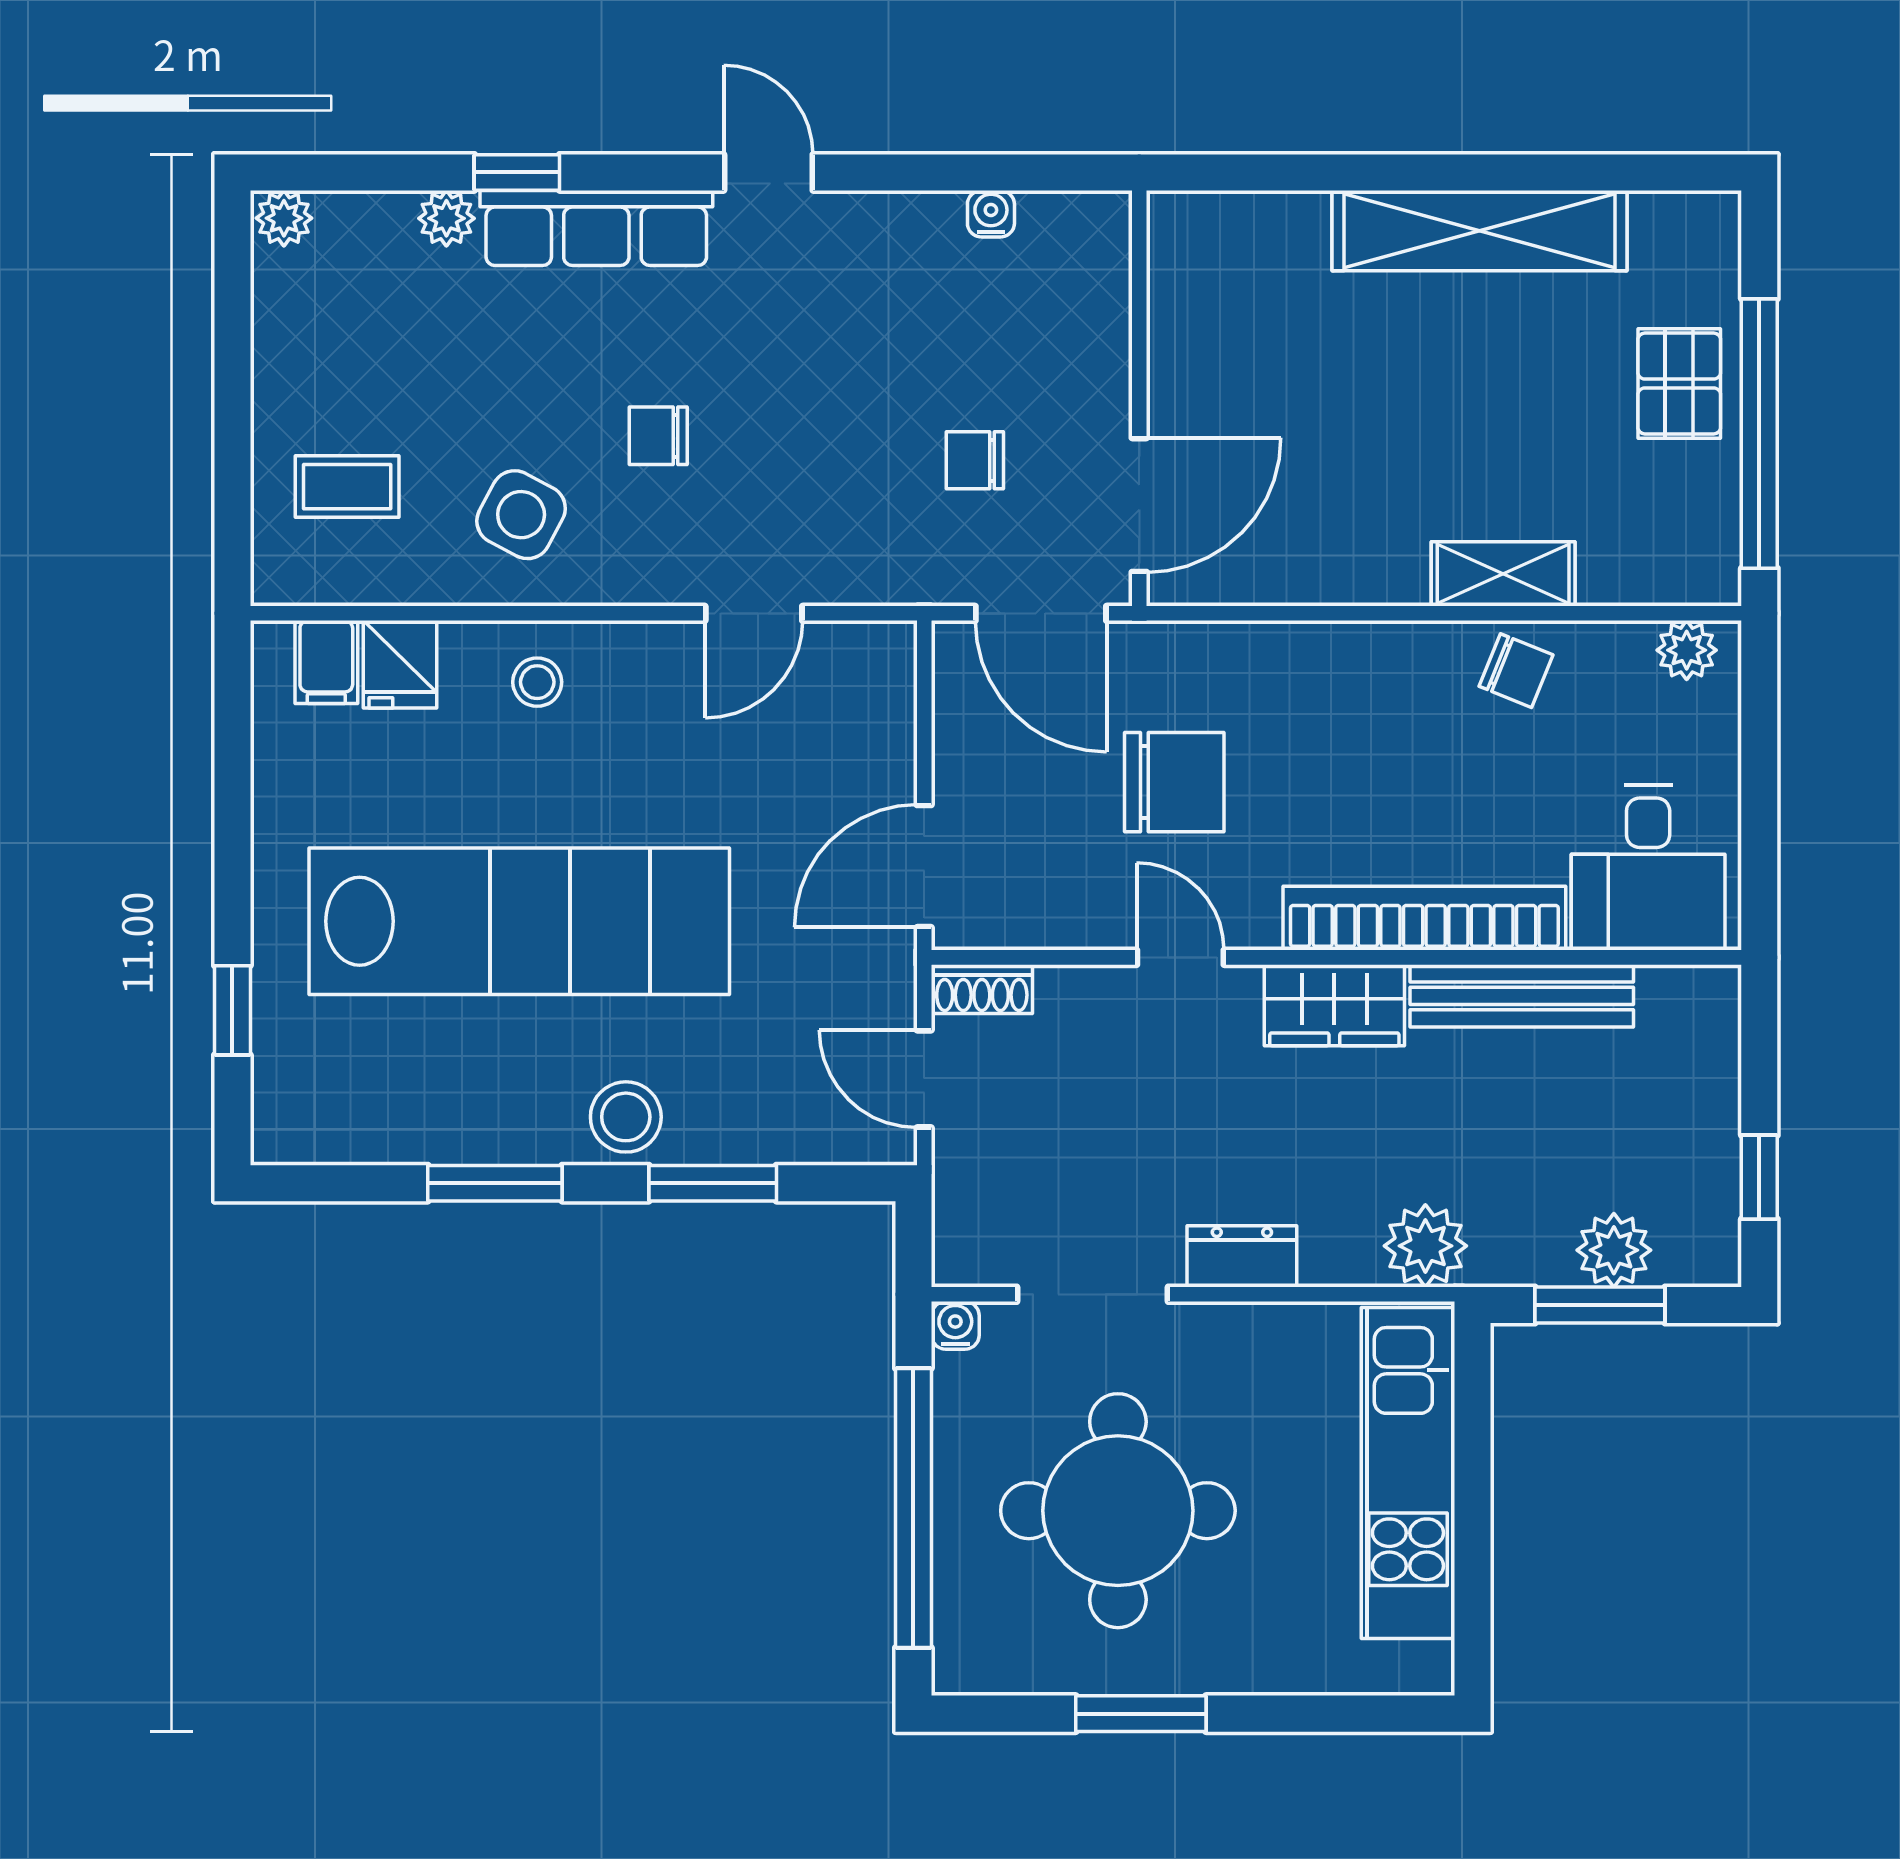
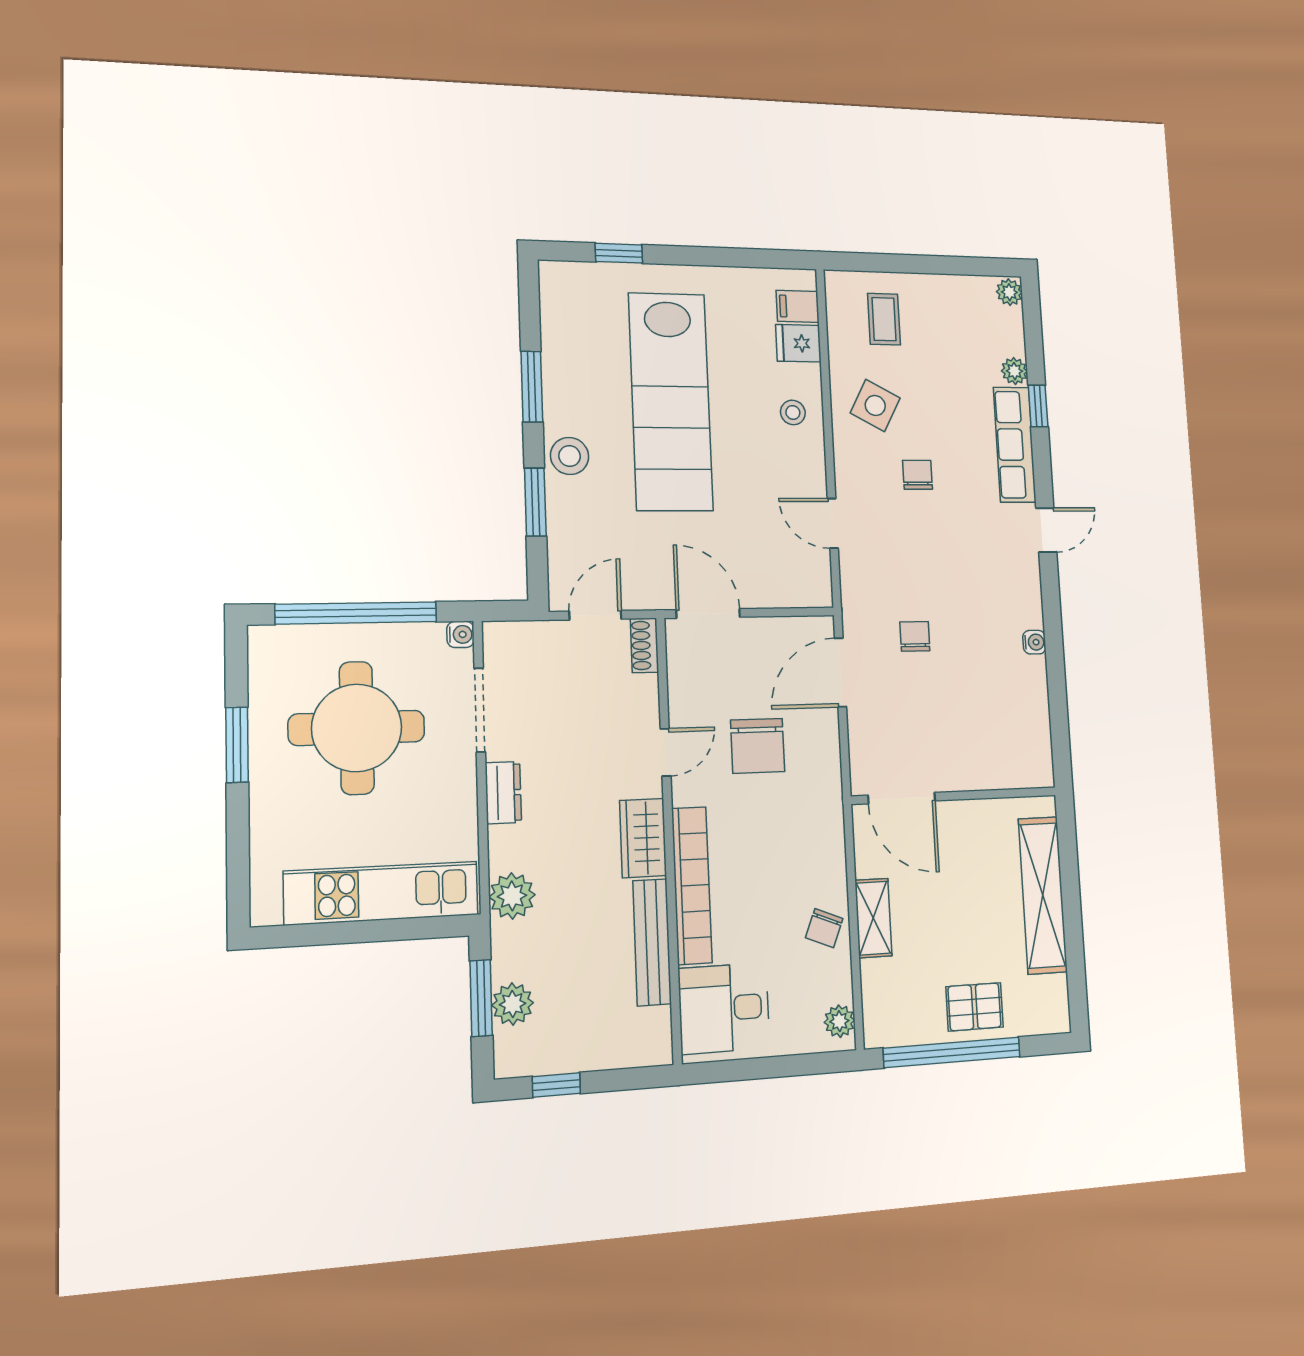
wall: (1139, 398) -> (955, 796), moved
door: (1139, 505) -> (902, 798), moved

